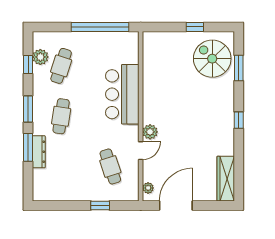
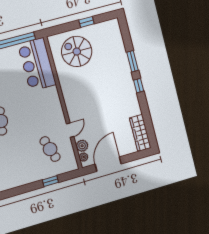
spiral stairs: (212, 59) -> (77, 52), moved
window: (239, 68) -> (133, 61), moved
bar counter: (122, 94) -> (37, 64), moved
plant: (150, 132) -> (82, 146), moved

